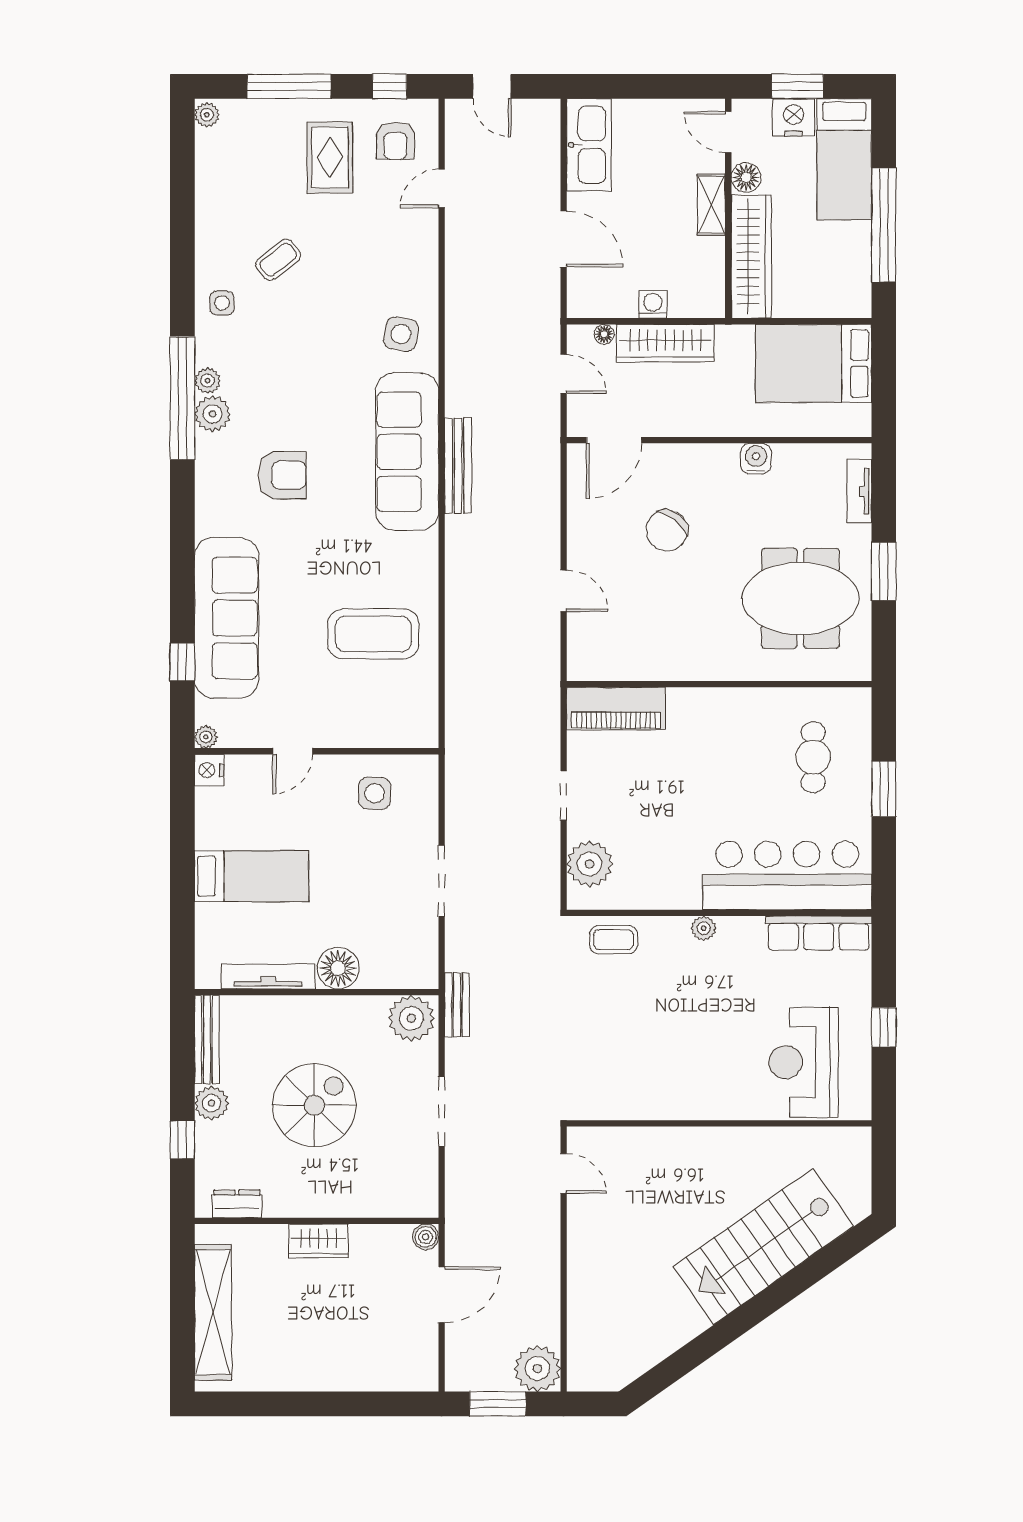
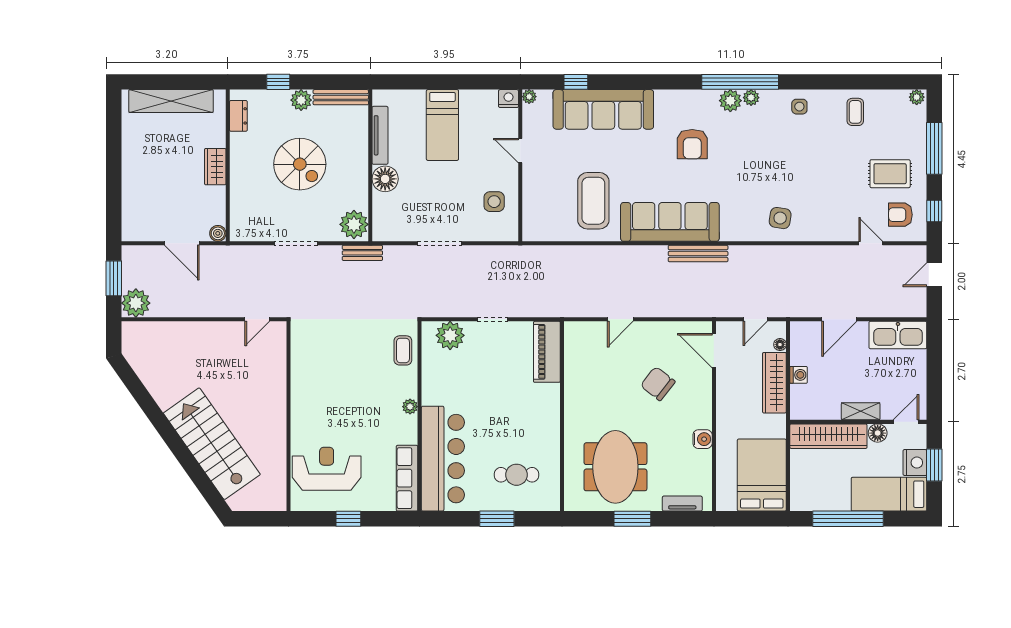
coffee table: (278, 260) -> (855, 112), moved, turned 38
sofa: (407, 452) -> (670, 222), moved

